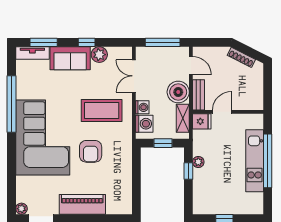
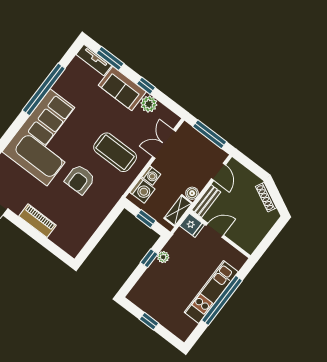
boiler: (178, 92) -> (192, 193), width x0.54, depth x0.54
piano: (82, 204) -> (38, 221), width x0.73, depth x0.75

